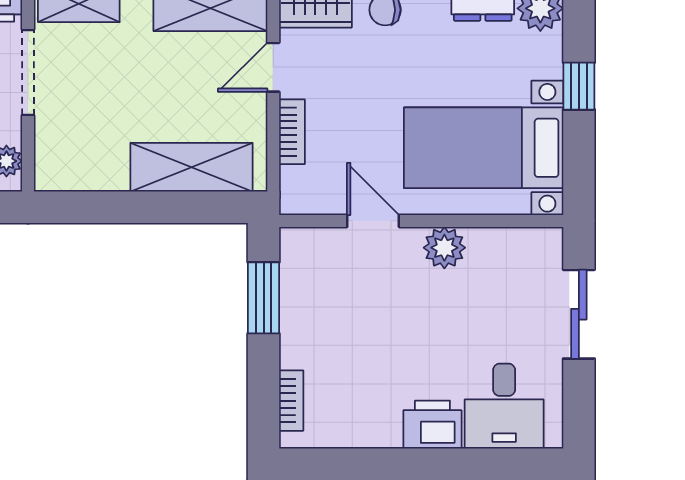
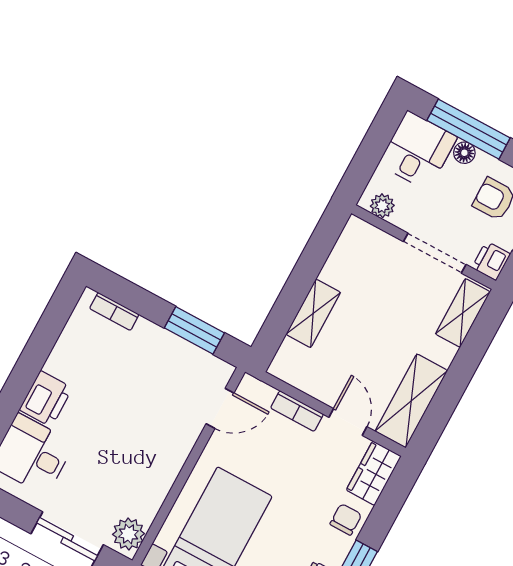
shelving: (192, 167) -> (313, 313), width x0.67, depth x0.75
door: (373, 221) -> (220, 408), moved
plant: (444, 248) -> (129, 534), moved

